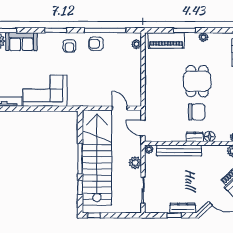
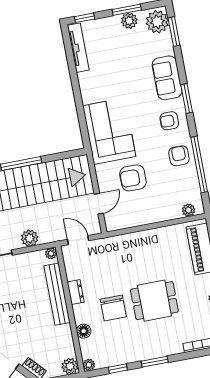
sofa: (21, 42) -> (167, 78), moved
armchair: (106, 80) -> (133, 178), added
corner sofa: (45, 91) -> (109, 131), moved
door: (143, 128) -> (78, 240), hinge flipped
dresser: (195, 137) -> (76, 292), moved

